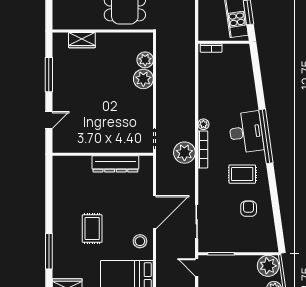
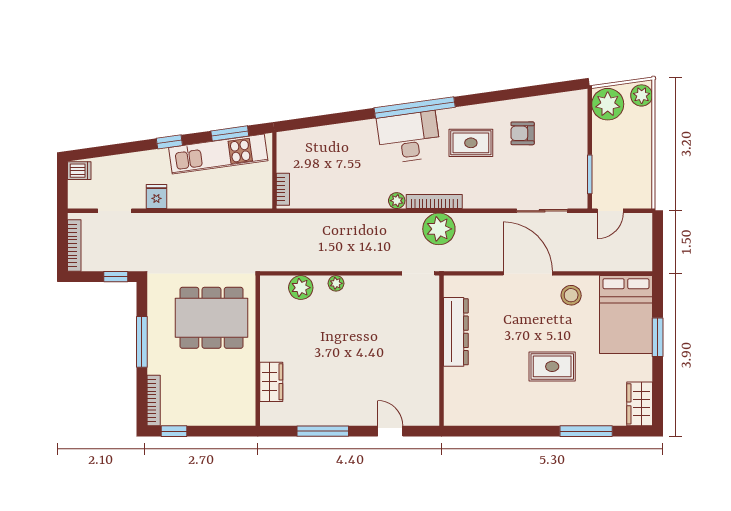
plant: (143, 79) -> (336, 283), width x0.53, depth x0.53
rug: (242, 174) -> (471, 143), turned 90

